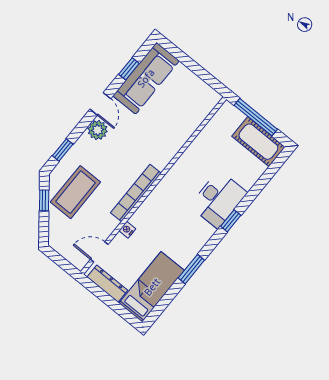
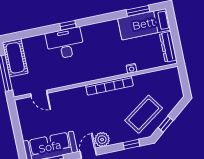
coffee table: (75, 192) -> (144, 114), turned -35
door: (99, 252) -> (39, 93), moved
window: (191, 269) -> (138, 11), moved

